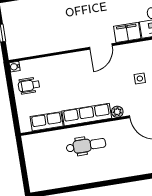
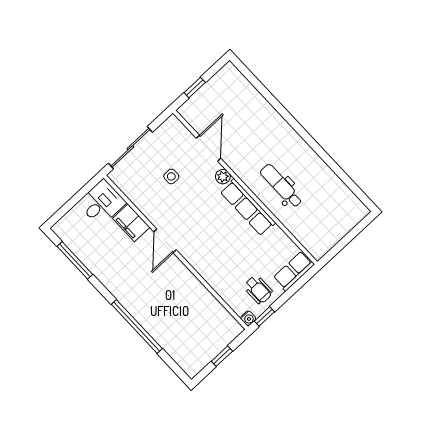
door: (101, 46) -> (165, 241), swing flipped
window: (9, 78) -> (264, 316), added
row of seats: (47, 121) -> (294, 271), moved, turned 90

